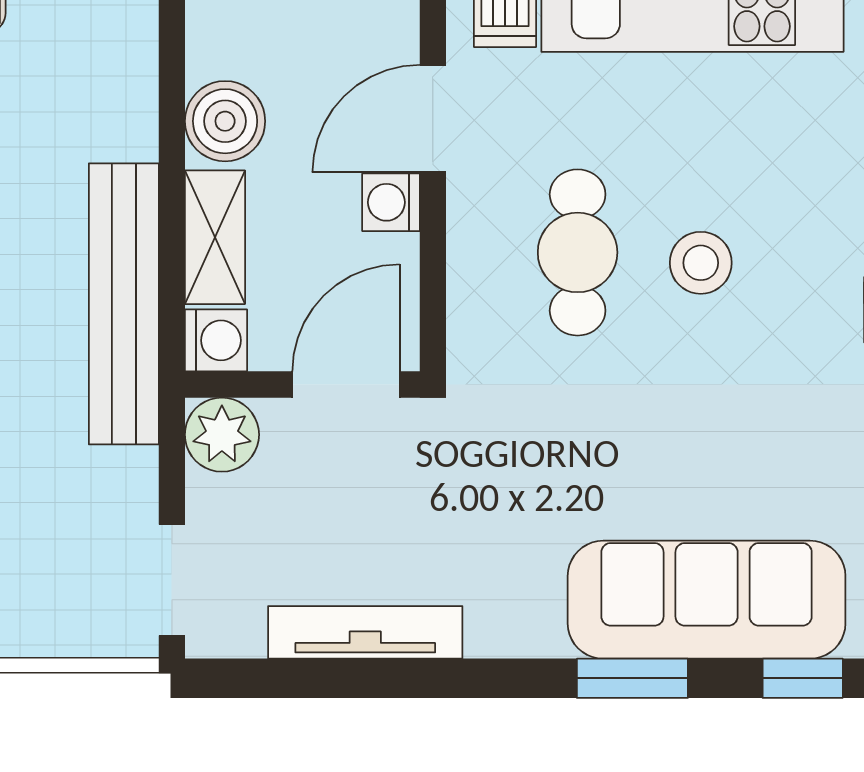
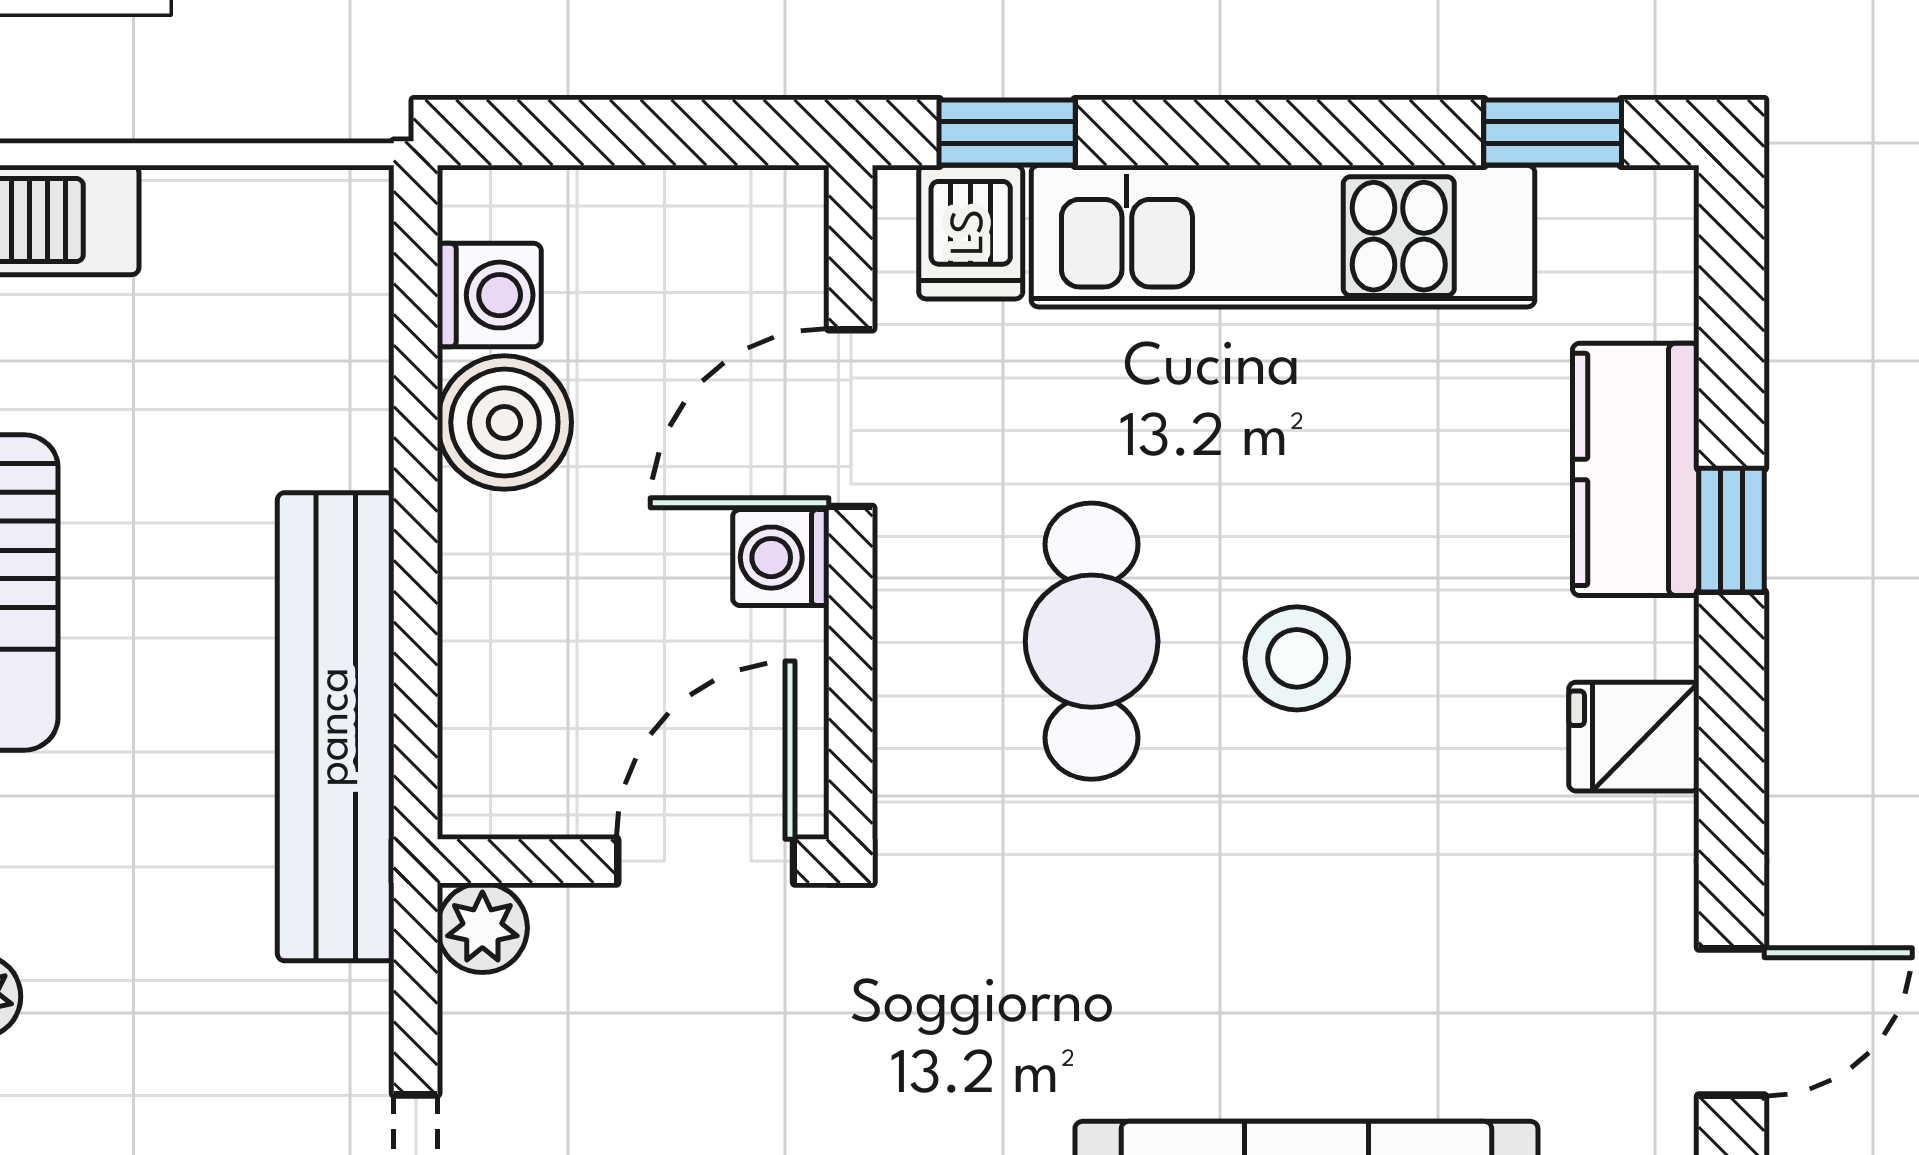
shelving: (215, 237) -> (488, 616), removed
washing machine: (216, 340) -> (489, 295), moved
plant: (222, 435) -> (482, 928), width x0.73, depth x0.73

